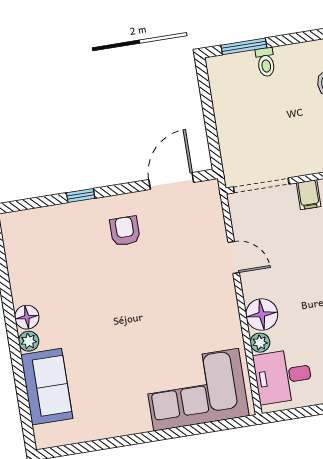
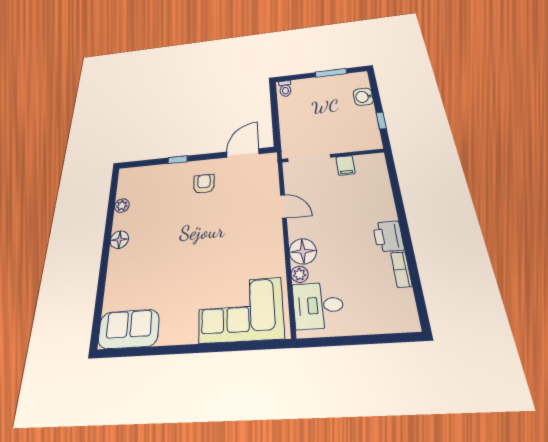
window: (244, 46) -> (331, 73), moved
toilet: (266, 62) -> (285, 89), moved
plant: (29, 341) -> (122, 206), moved
sofa: (47, 387) -> (129, 329), moved, turned -90

